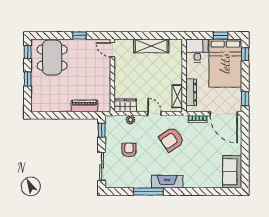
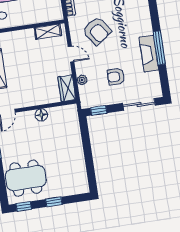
floor lamp: (105, 80) -> (41, 115), added
dresser: (191, 92) -> (41, 17), removed
piano: (84, 106) -> (74, 134), removed
door: (154, 114) -> (71, 54), swing flipped
fireplace: (167, 182) -> (149, 54), moved

